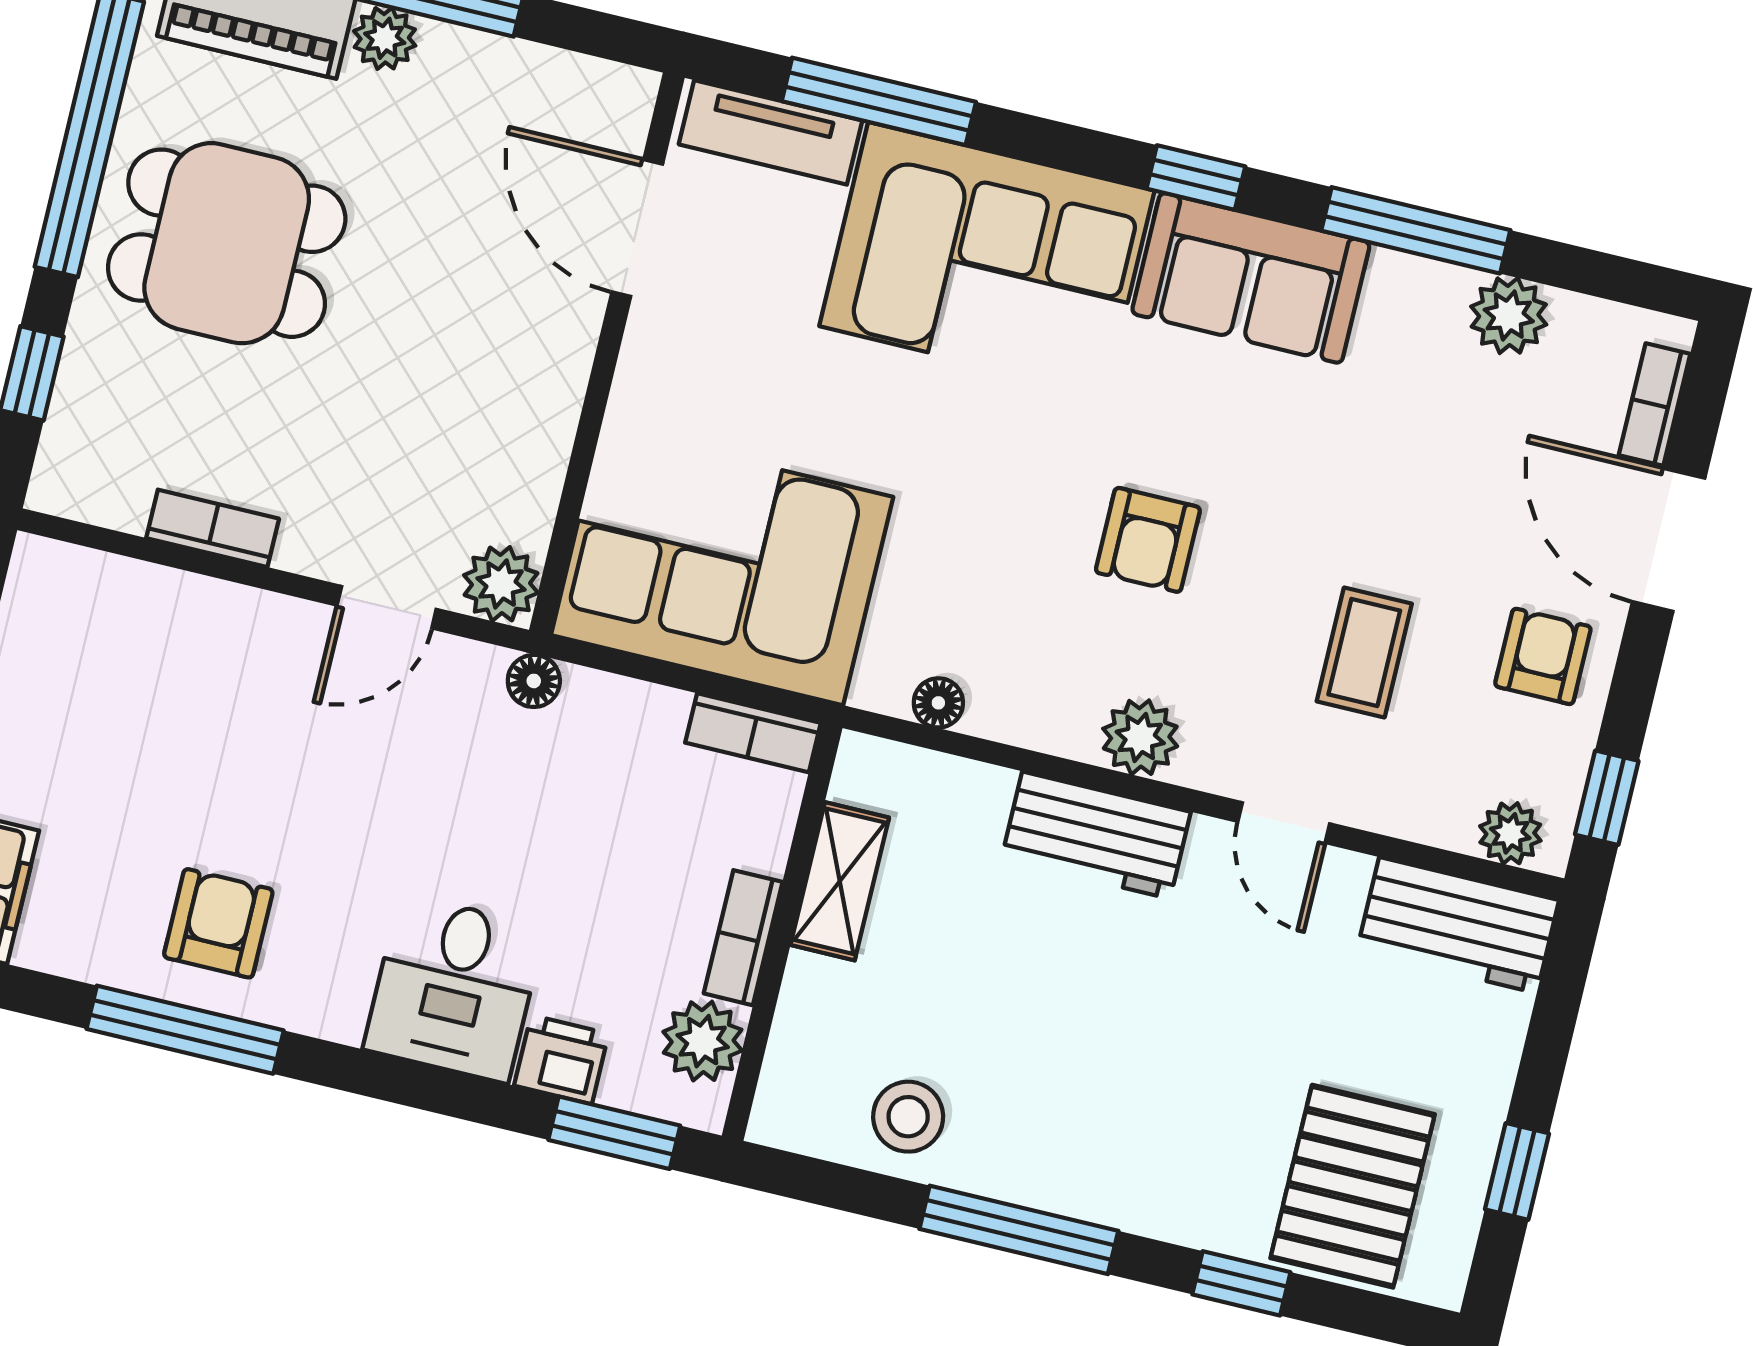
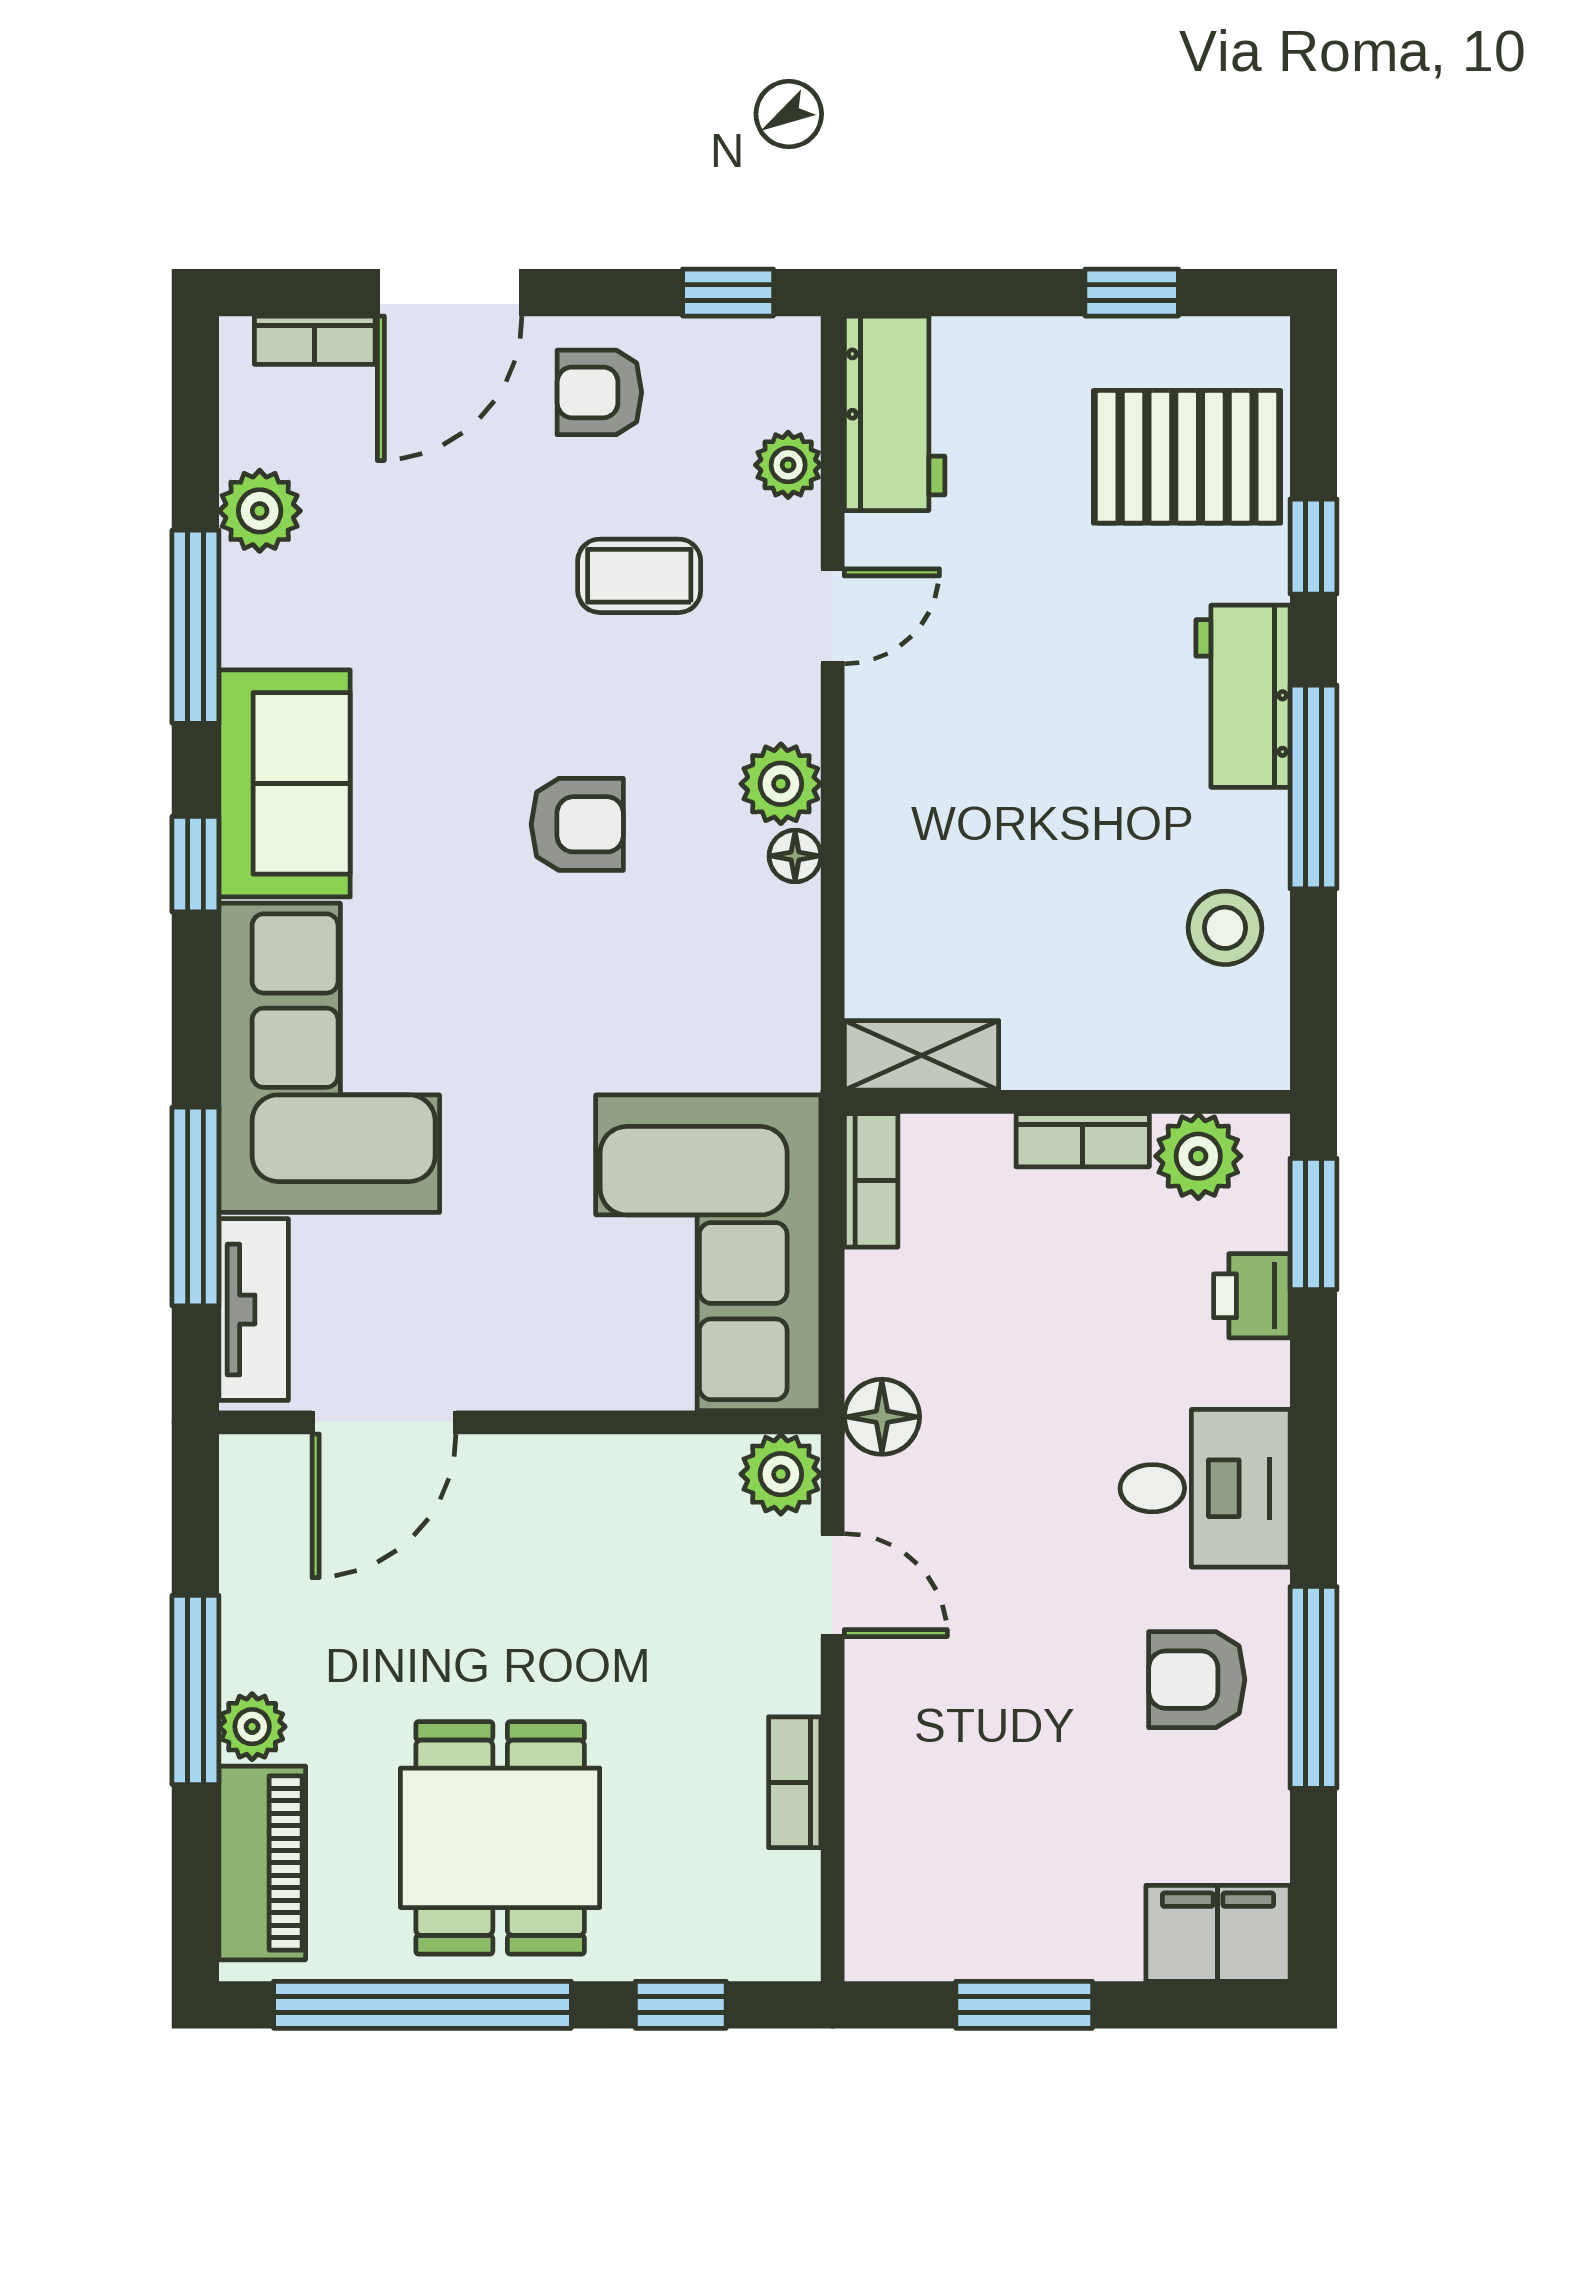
floor lamp: (534, 681) -> (882, 1417), width x1.37, depth x1.37
floor lamp: (938, 703) -> (795, 856), moved
plant: (1510, 833) -> (788, 465), moved
workbench: (1096, 835) -> (1243, 696), moved, turned 180
shelving: (840, 881) -> (922, 1055), moved
desk: (454, 988) -> (1205, 1488), moved

